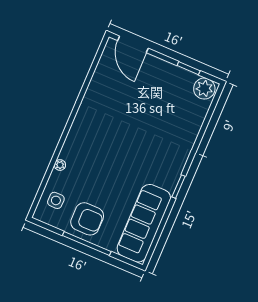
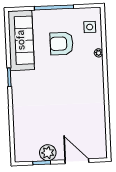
door: (133, 44) -> (77, 161), moved
plant: (204, 89) -> (48, 153), moved
armchair: (87, 219) -> (62, 44), moved

